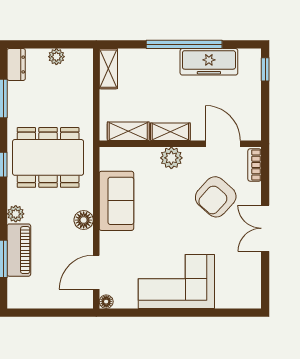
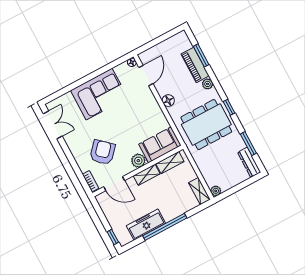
plant: (56, 57) -> (216, 191), moved
dresser: (16, 65) -> (249, 162), width x1.44
sofa: (116, 201) -> (160, 145), moved, turned 90
double door: (265, 228) -> (53, 125), moved

